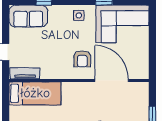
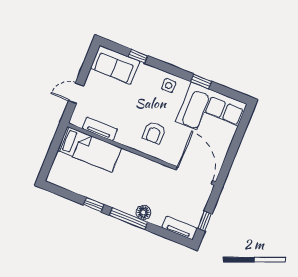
tv unit: (25, 73) -> (100, 129), moved
door: (112, 80) -> (194, 175), moved

